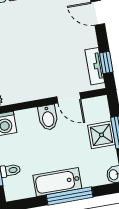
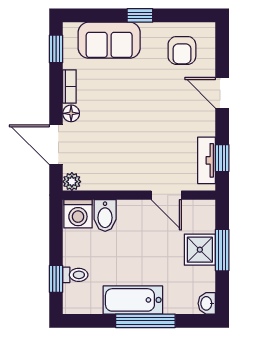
bidet: (48, 117) -> (105, 215), moved

